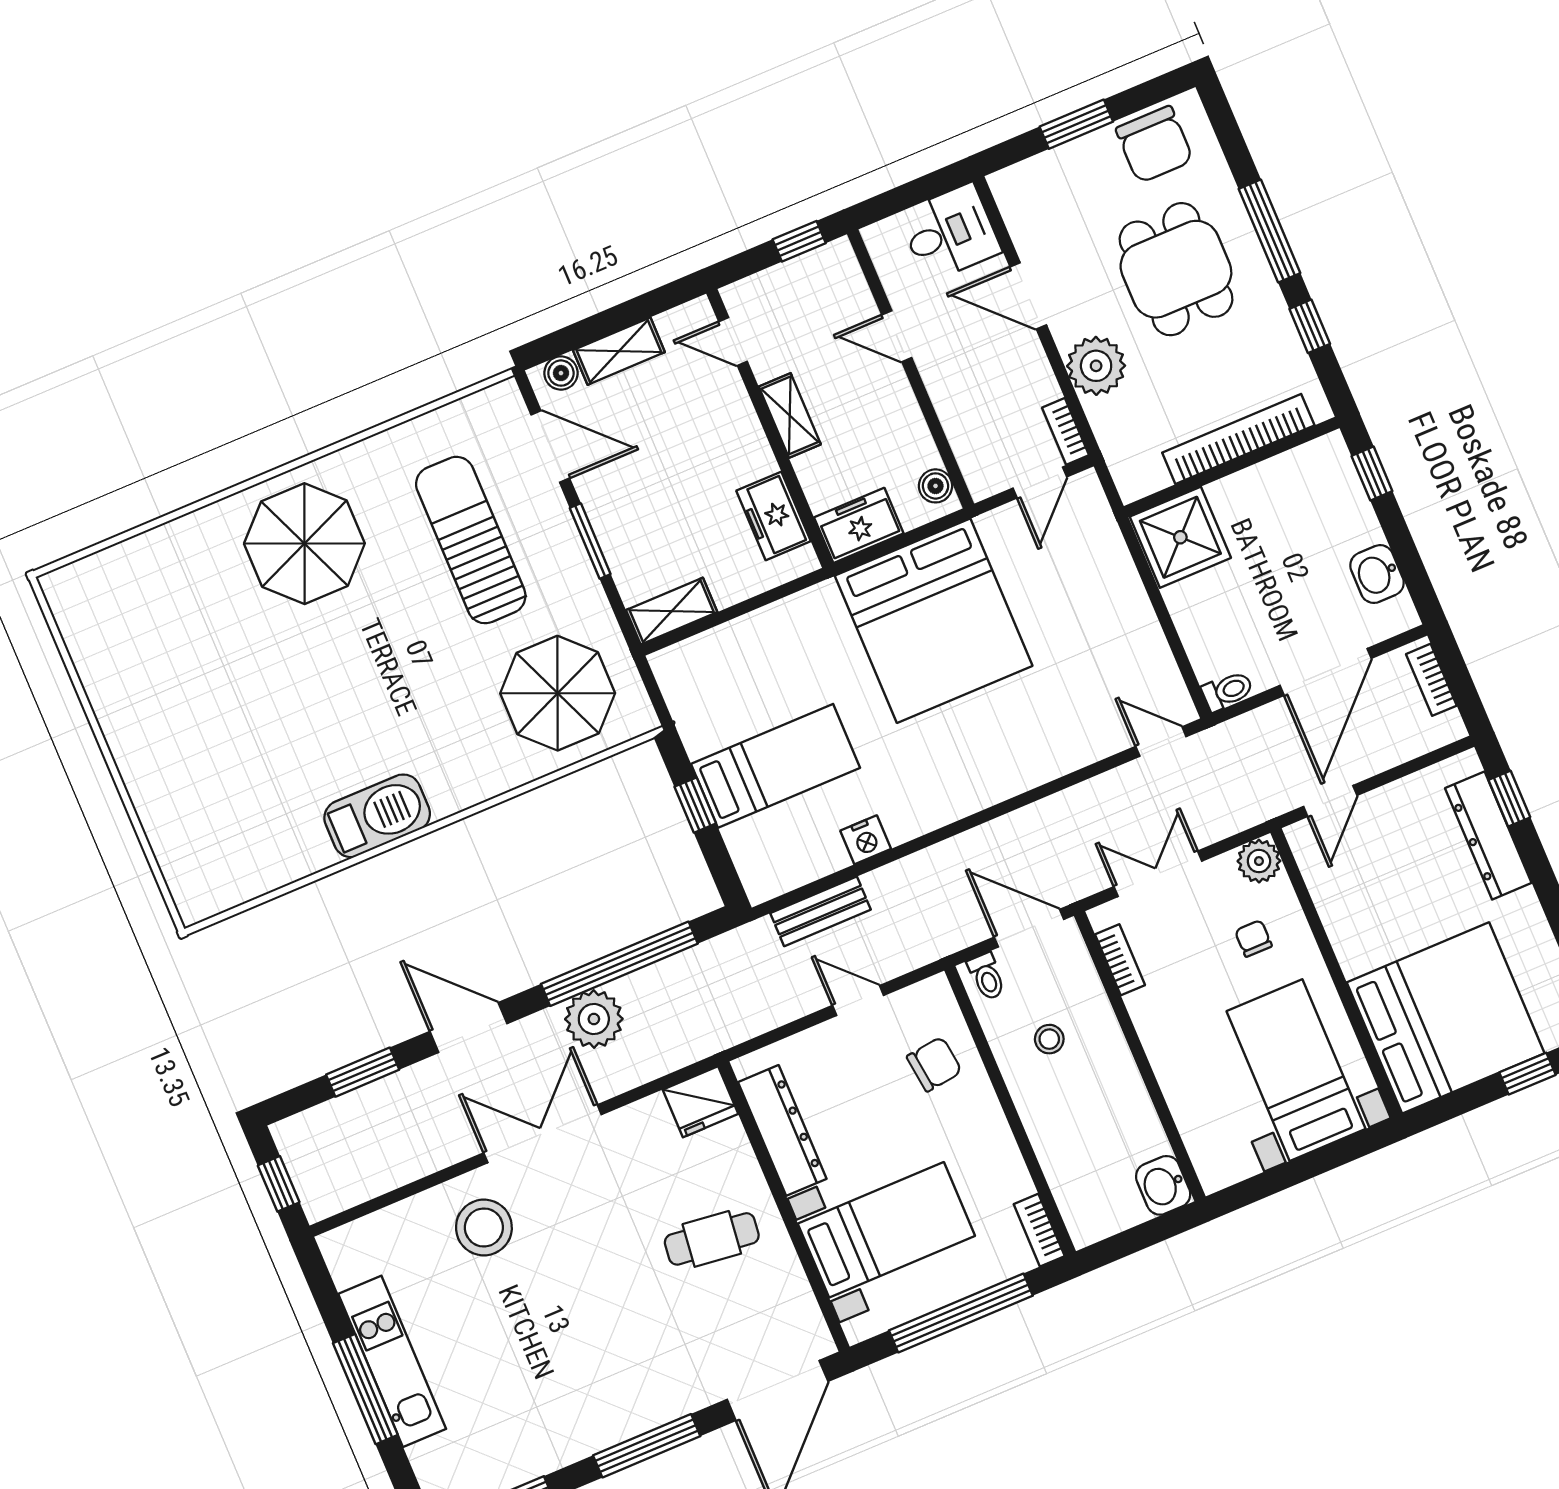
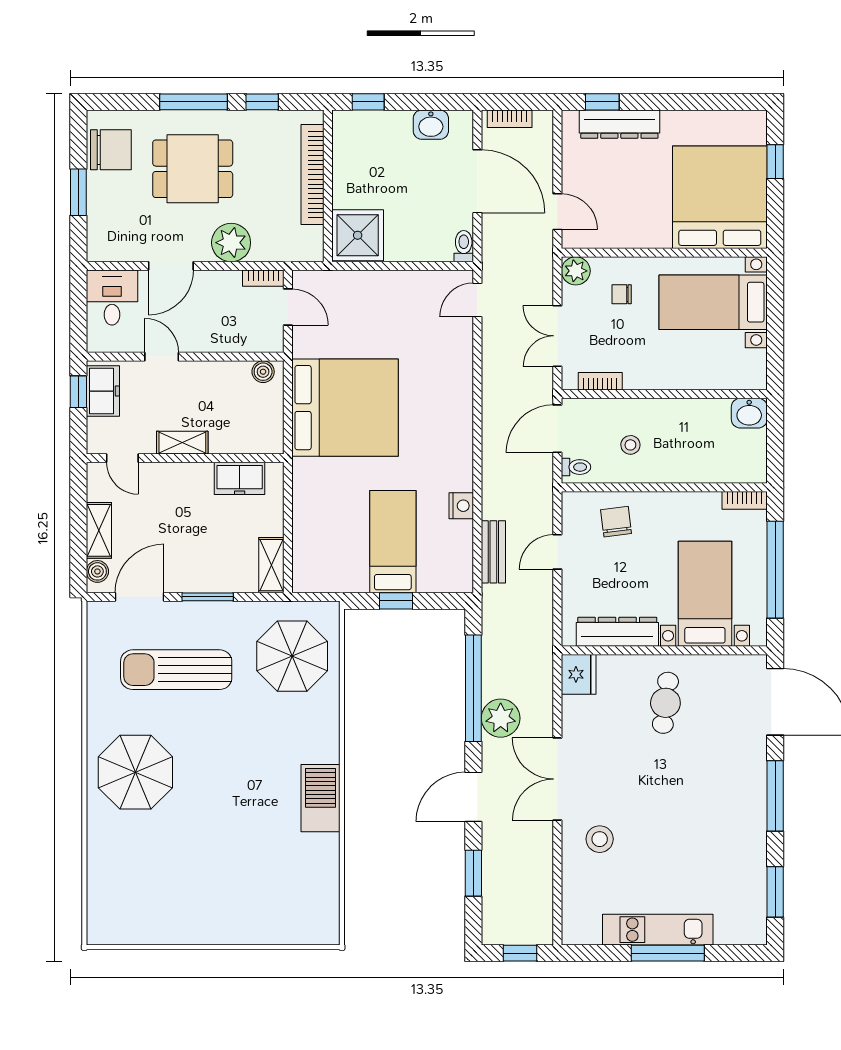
door: (897, 336) -> (162, 357), swing flipped
door: (733, 341) -> (122, 458), hinge flipped
freezer: (859, 525) -> (103, 391), moved, turned 180
stool: (484, 1228) -> (600, 839), width x0.73, depth x0.73

